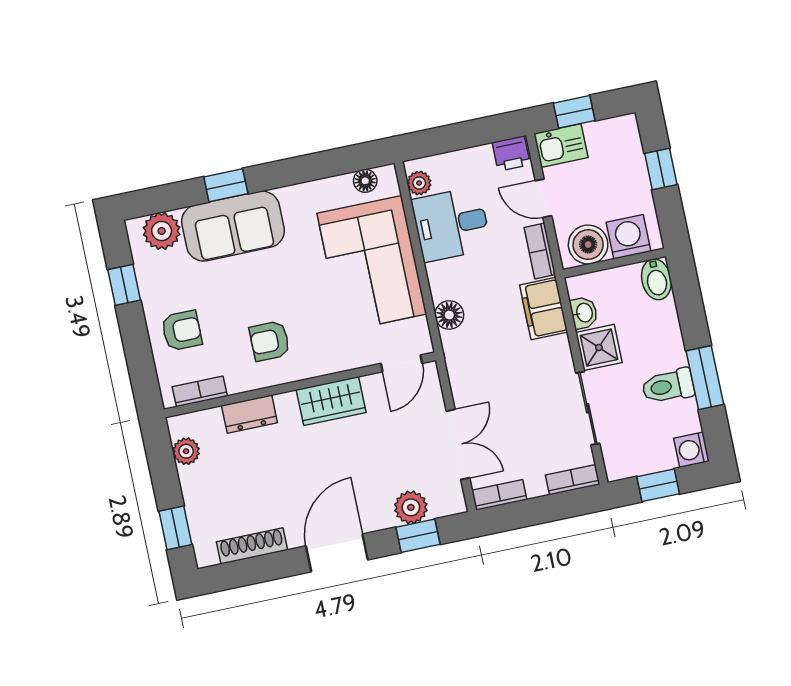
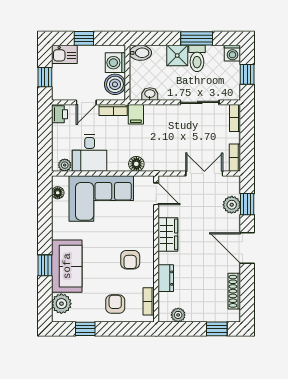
kitchen sink: (561, 146) -> (64, 54), moved, turned 90
filing cabinet: (544, 309) -> (136, 114), width x0.50
shower: (599, 347) -> (177, 56), moved

